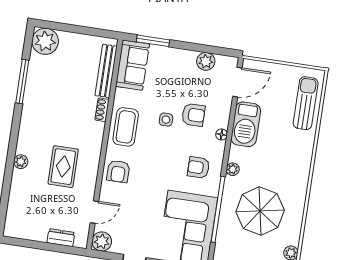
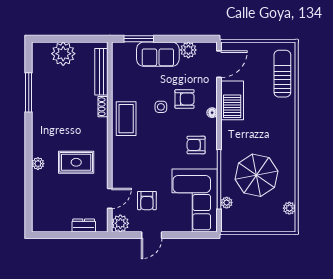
plant: (45, 41) -> (63, 54), moved
sofa: (132, 65) -> (158, 54), moved, turned 90
rug: (63, 167) -> (76, 162), turned 90
plant: (233, 169) -> (227, 203), moved
armchair: (118, 171) -> (147, 201), moved

